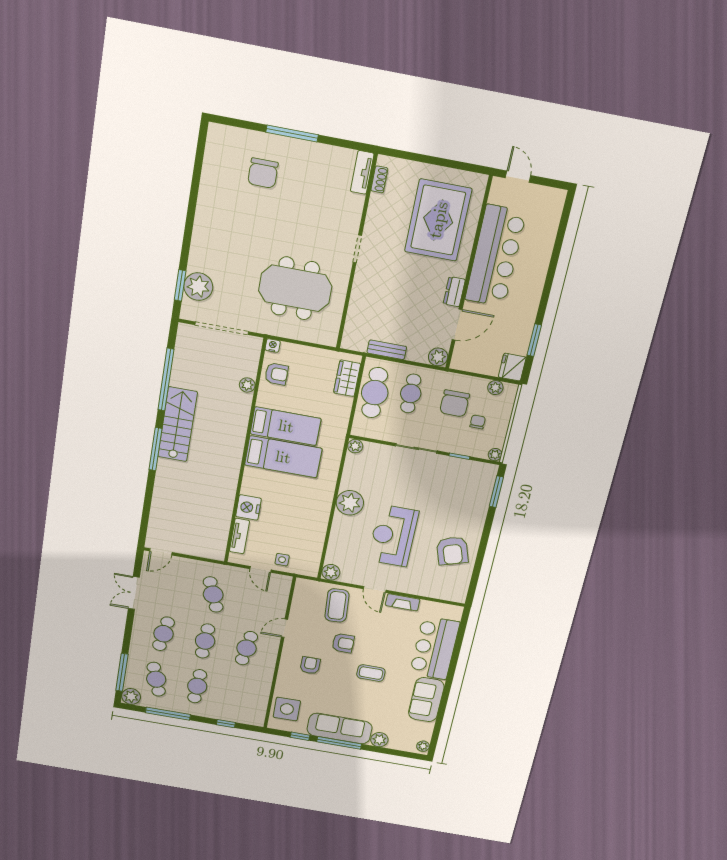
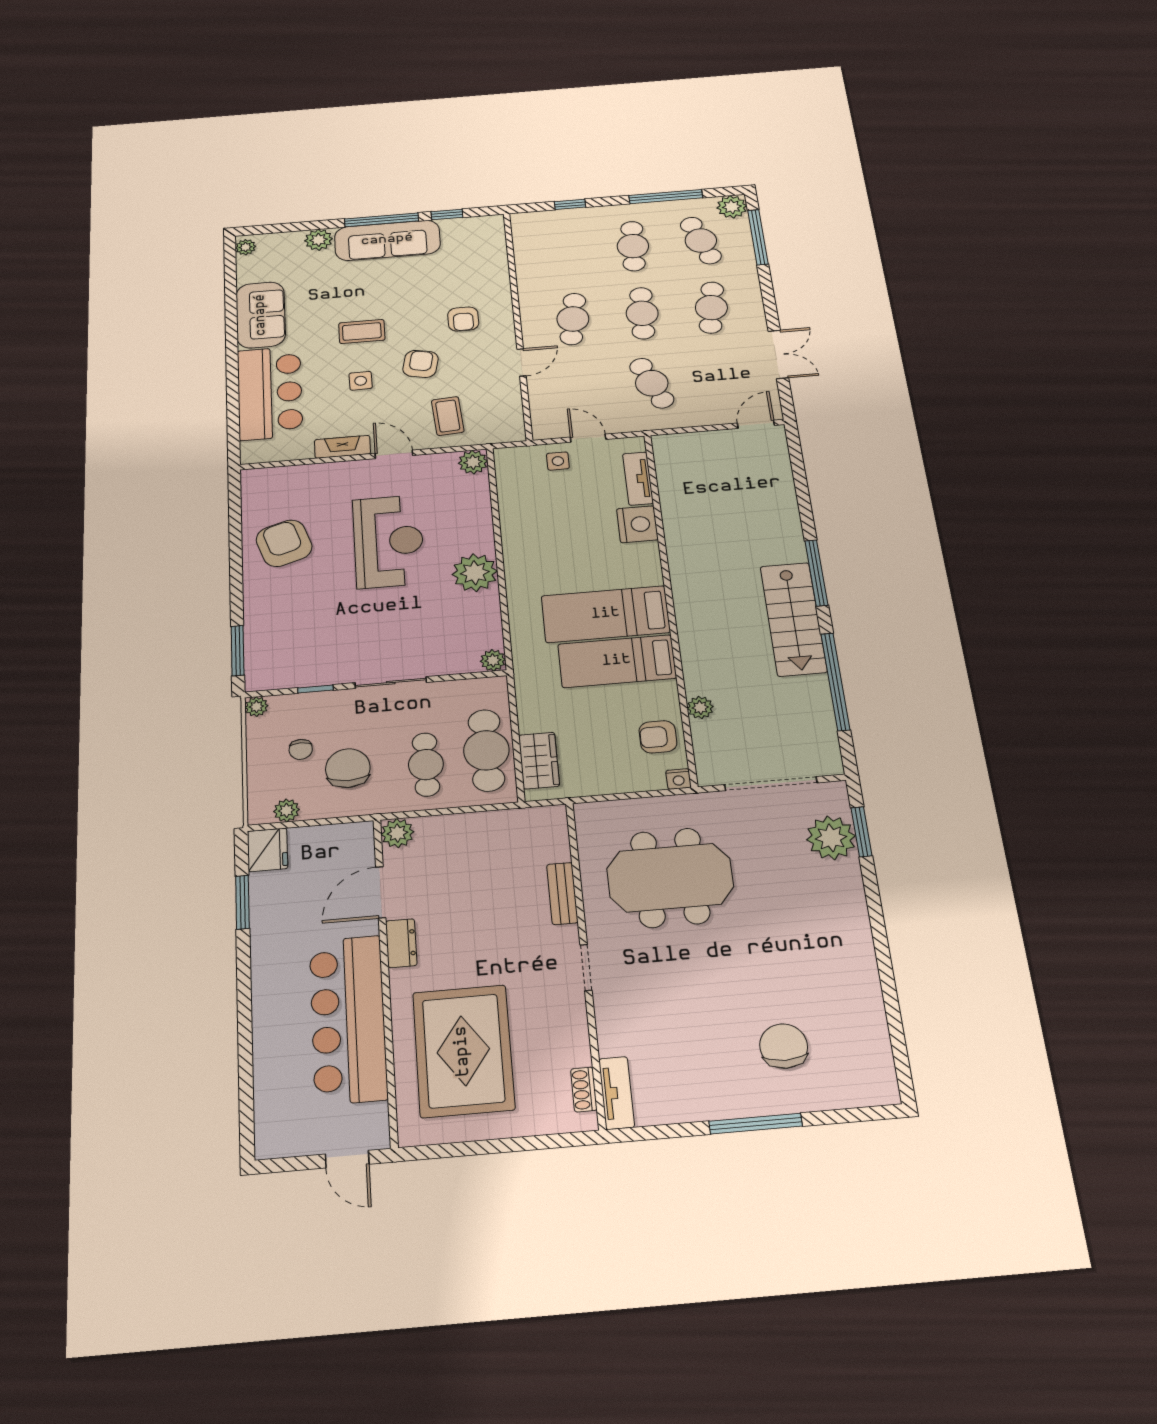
bench: (387, 350) -> (562, 893), moved, turned 90
coffee table: (337, 605) -> (448, 416), width x0.73, depth x0.77
armchair: (343, 643) -> (421, 364), turned 102
side table: (287, 709) -> (361, 381), moved, width x0.54, depth x0.54

